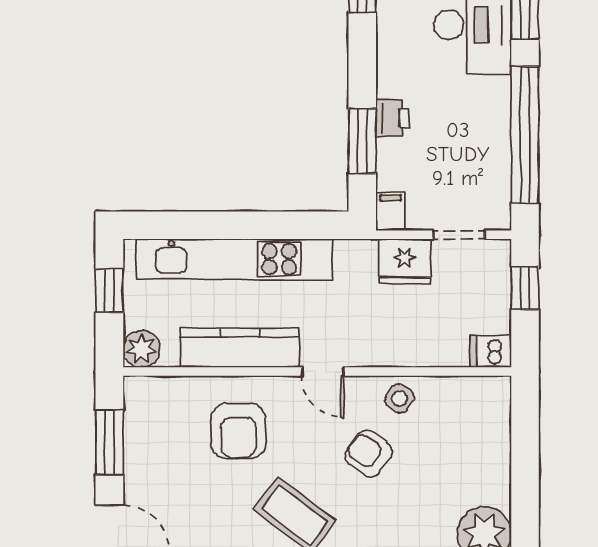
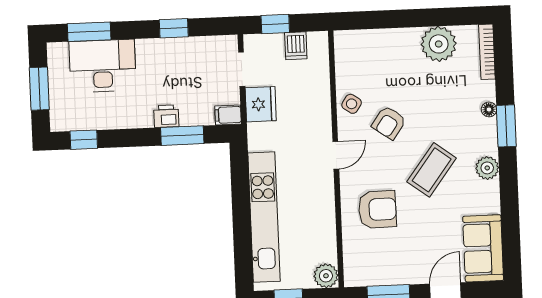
window: (525, 135) -> (174, 28), width x0.32
kitchen counter: (240, 348) -> (322, 211), removed
dishwasher: (491, 351) -> (296, 46), moved

